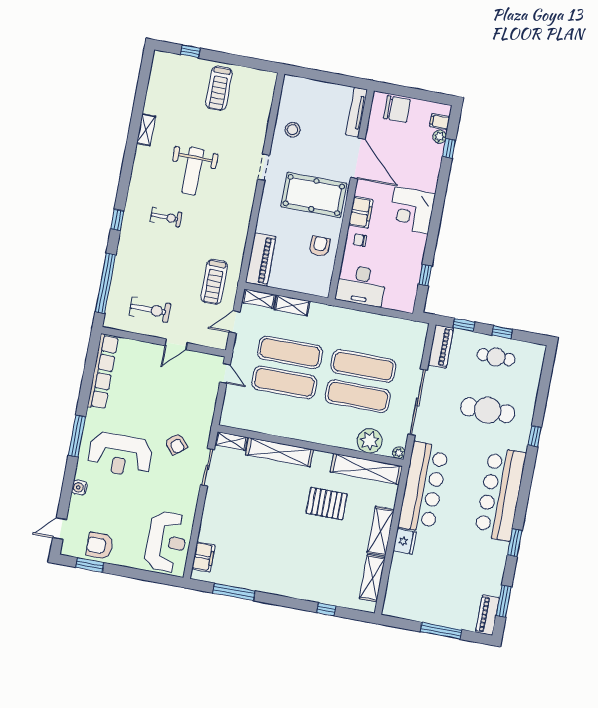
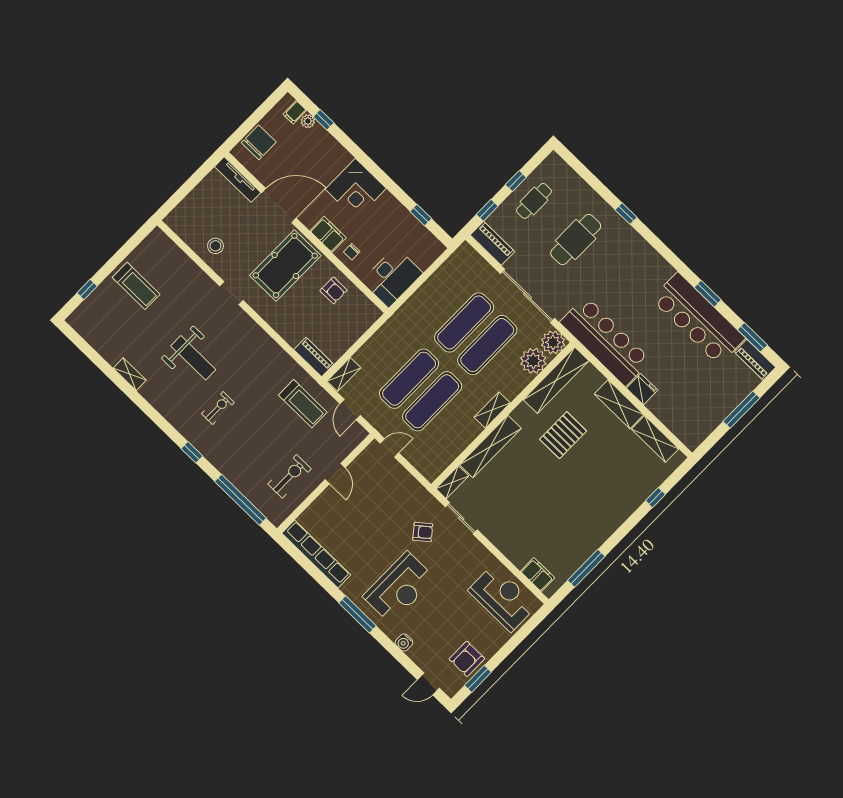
armchair: (320, 246) -> (334, 290), turned 180
piano: (261, 260) -> (314, 357), width x0.73, depth x0.75
shelving: (292, 305) -> (492, 410), moved
plant: (399, 453) -> (553, 342), width x1.88, depth x1.88
bar counter: (500, 494) -> (698, 319), moved
door: (60, 529) -> (428, 684), hinge flipped

